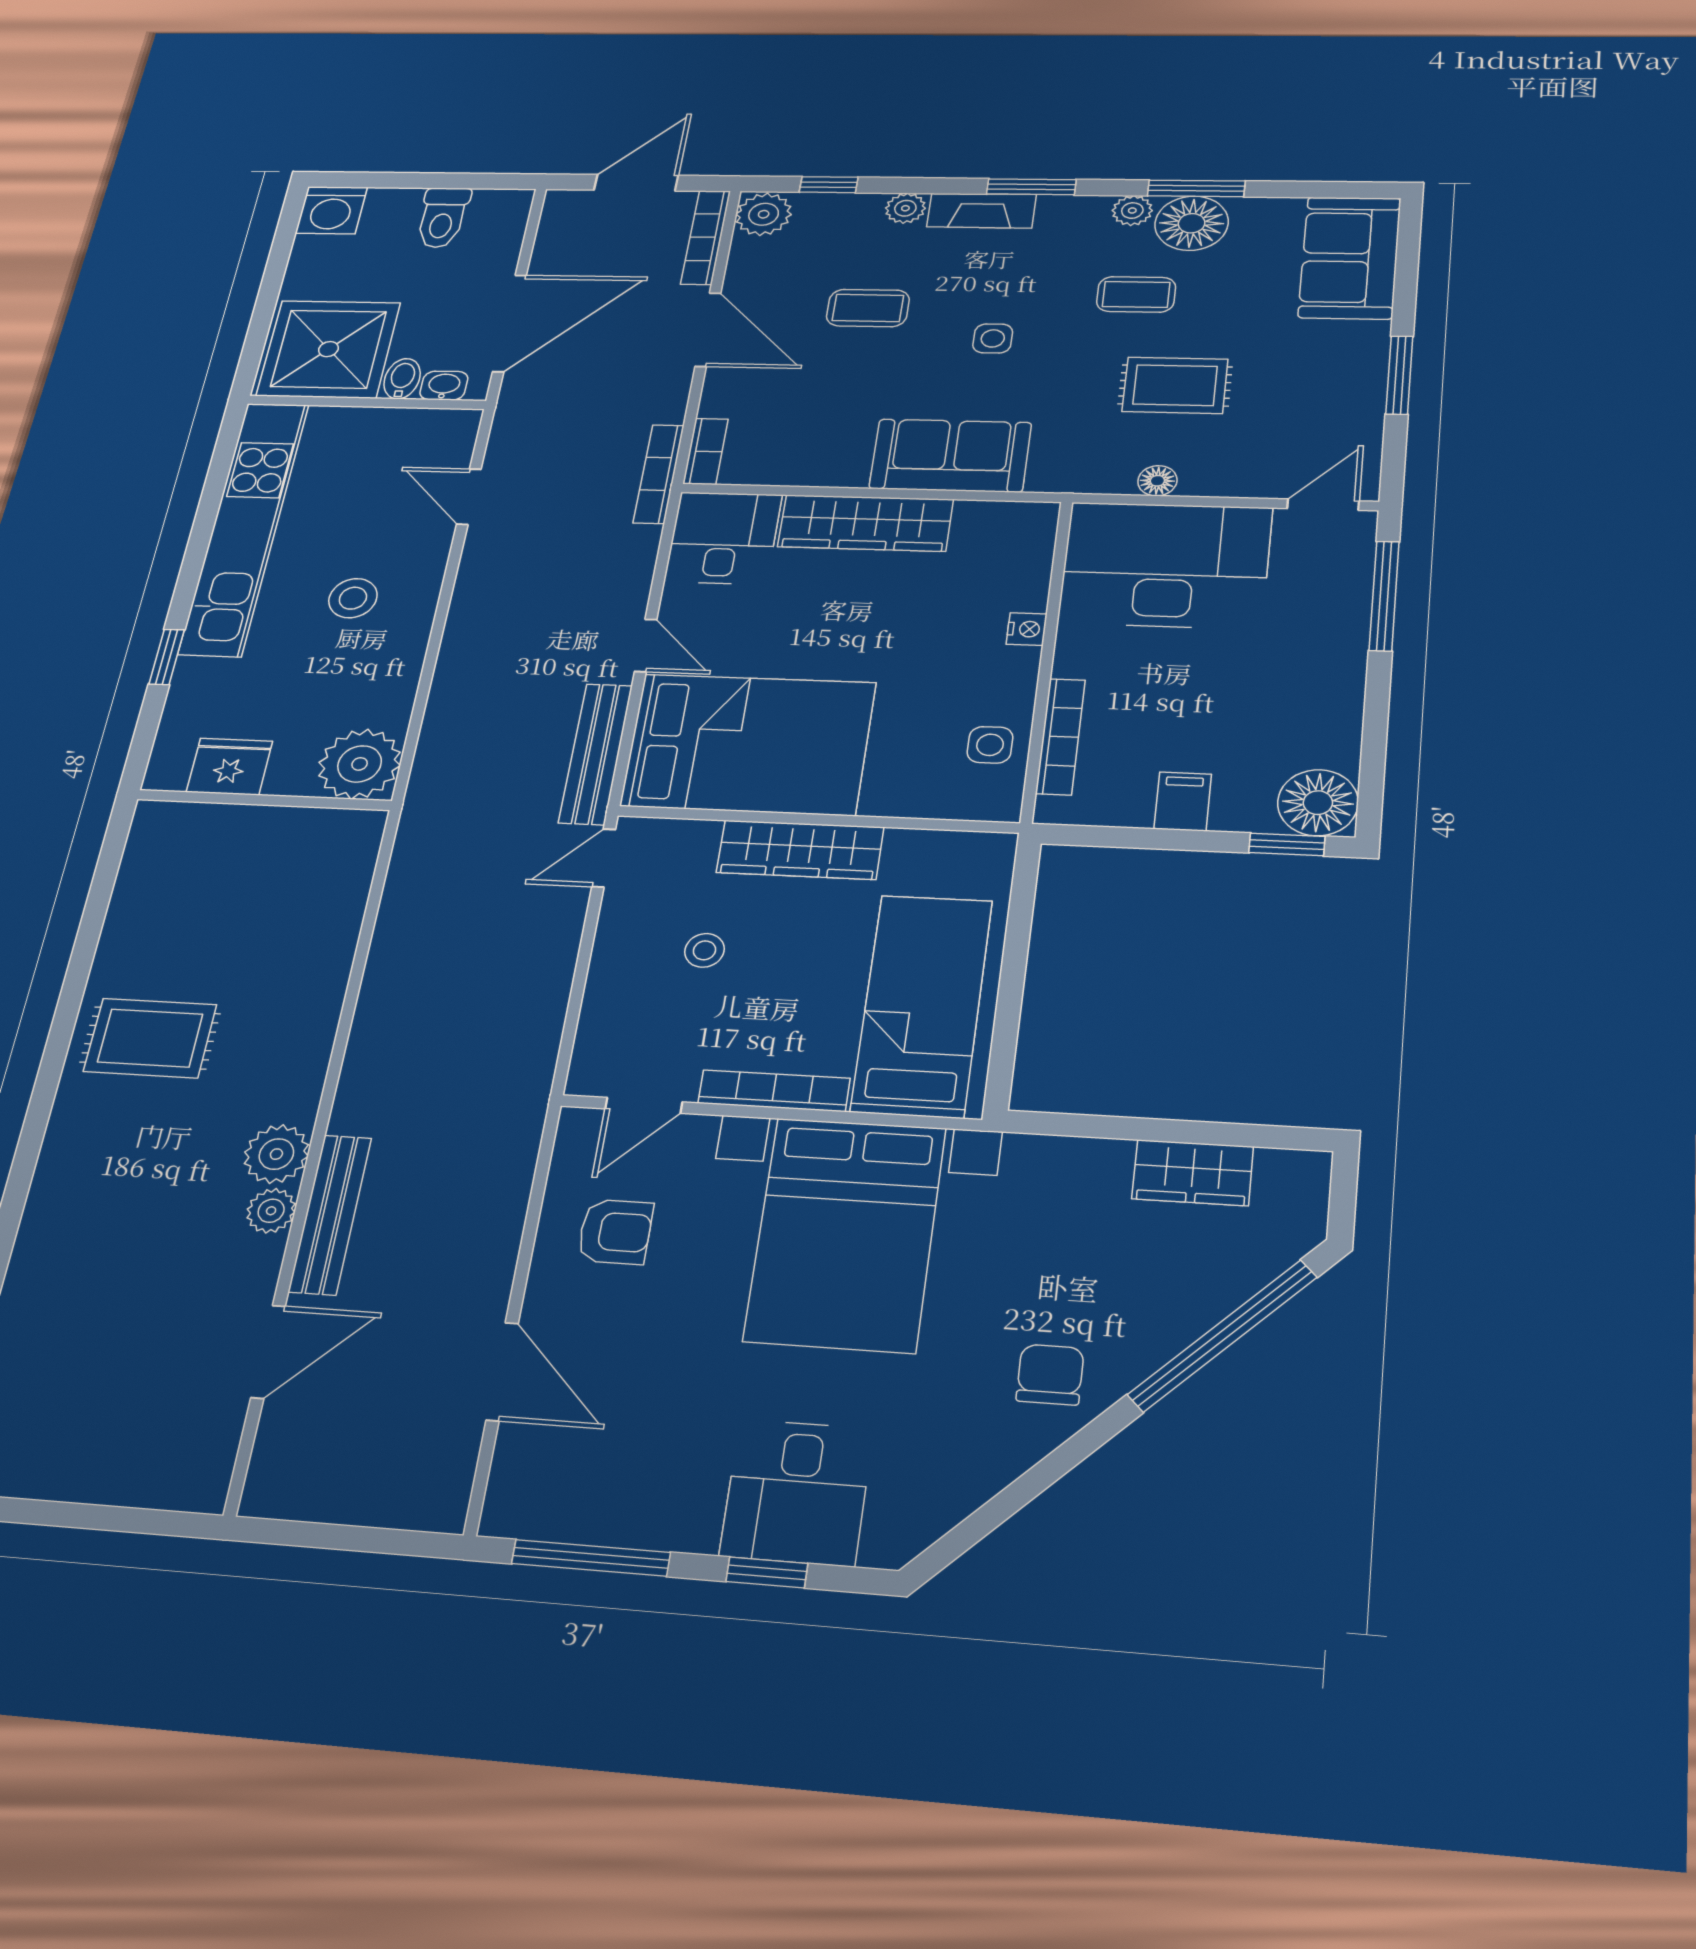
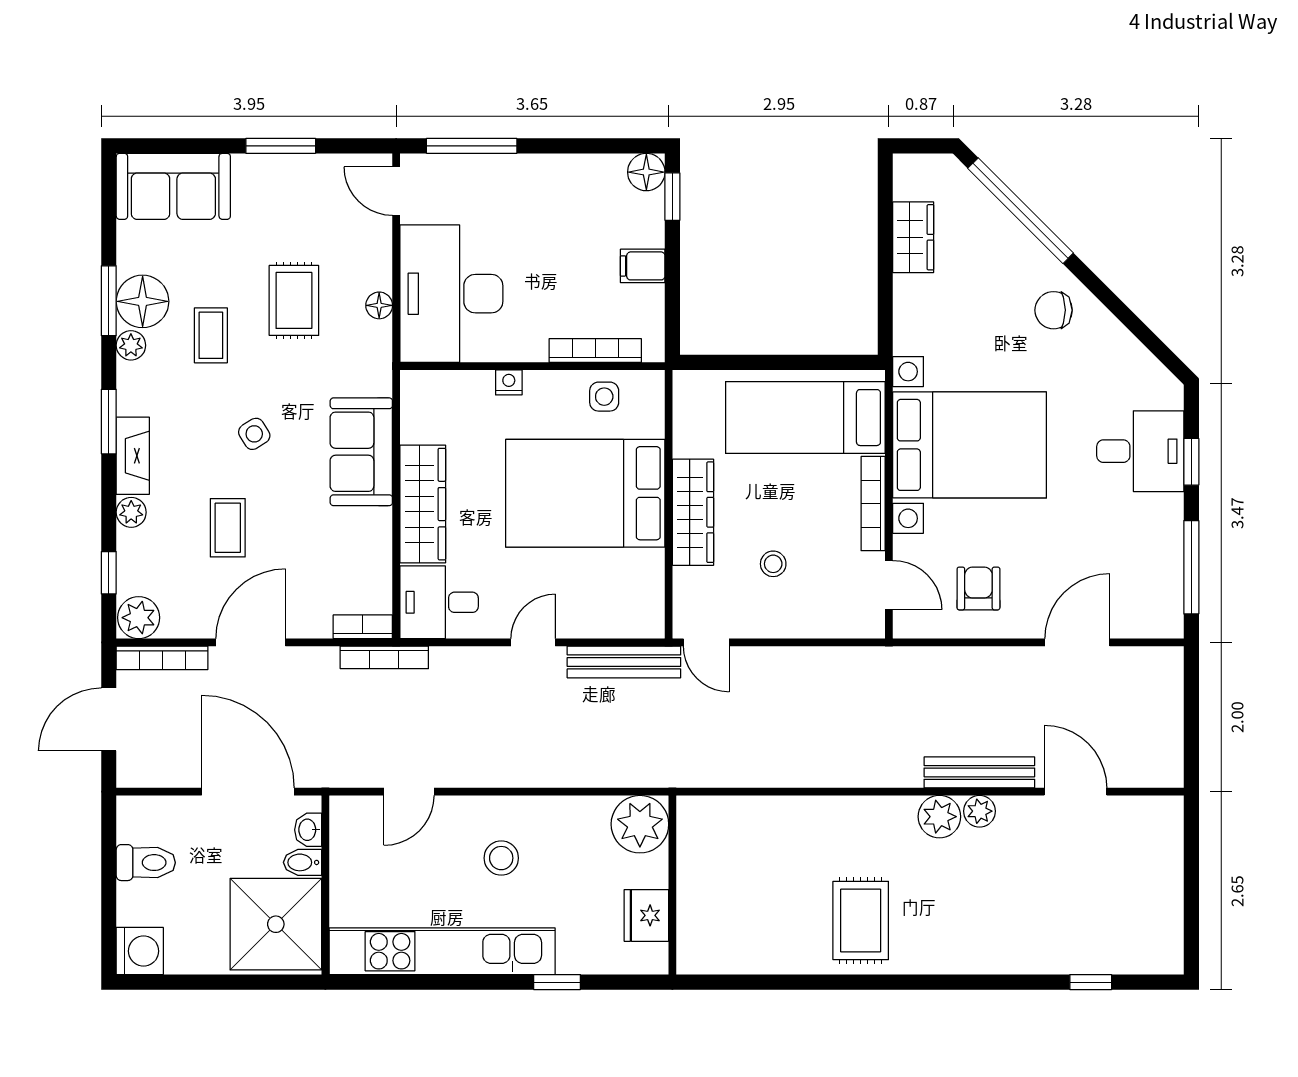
door: (636, 183) -> (109, 719), hinge flipped
side table: (993, 338) -> (254, 434), turned -32
bed: (748, 744) -> (585, 493), moved, turned -90
floor lamp: (1318, 803) -> (646, 172), width x0.73, depth x0.73

